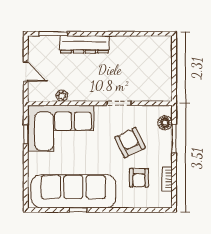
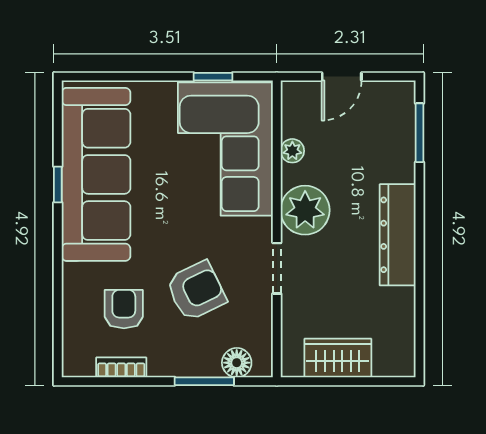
dresser: (84, 44) -> (398, 235), moved
wardrobe: (163, 74) -> (338, 358), added
plant: (91, 89) -> (305, 210), added
armchair: (139, 178) -> (124, 309), turned 90

